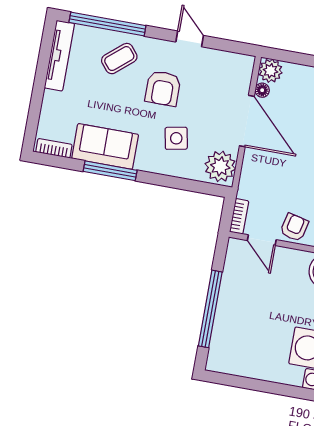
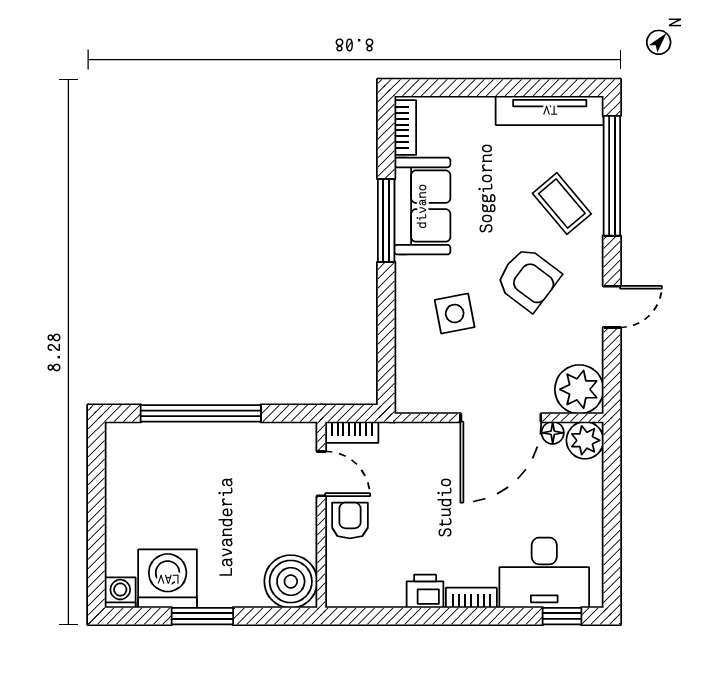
armchair: (163, 88) -> (528, 279), turned -143
plant: (220, 166) -> (579, 389), moved
armchair: (294, 227) -> (350, 520), turned -103
door: (262, 240) -> (321, 474), swing flipped

